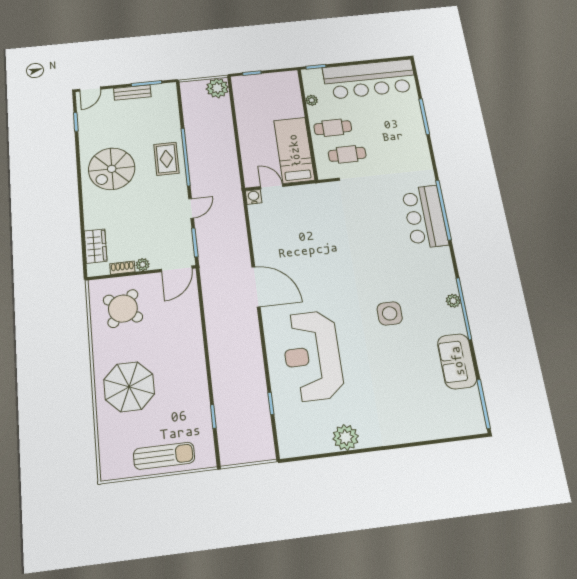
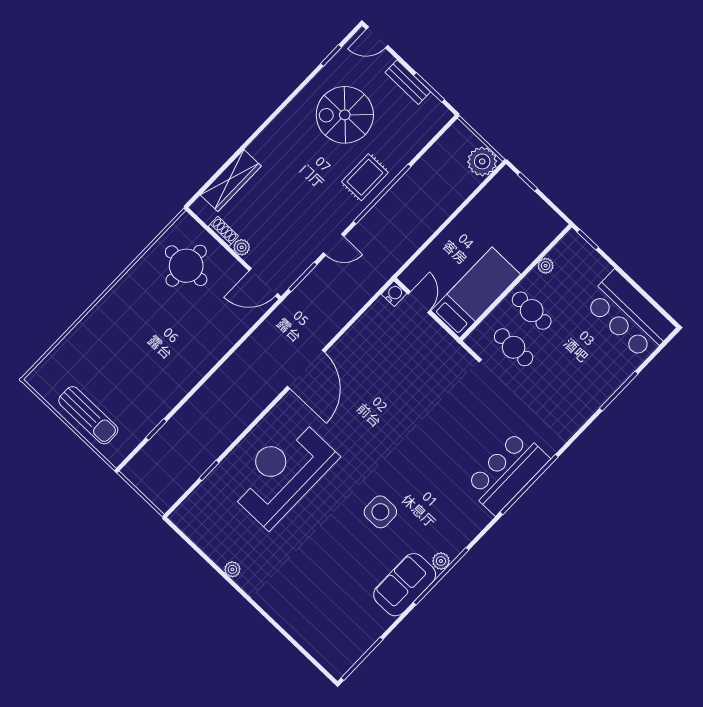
bar counter: (370, 79) -> (629, 315), width x0.73
spiral stairs: (112, 169) -> (345, 115), moved
wardrobe: (96, 246) -> (231, 180), width x1.50
round table: (123, 309) -> (186, 266), turned -38
sofa: (457, 361) -> (405, 585), moved
parasol: (129, 387) -> (122, 333), removed
plant: (346, 437) -> (232, 569), width x0.53, depth x0.53

